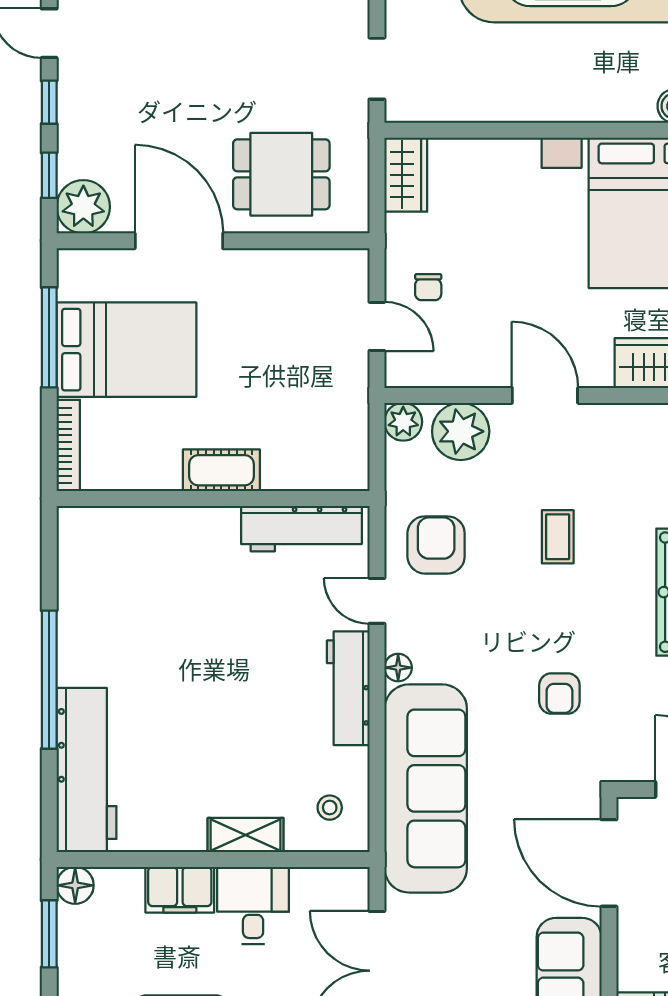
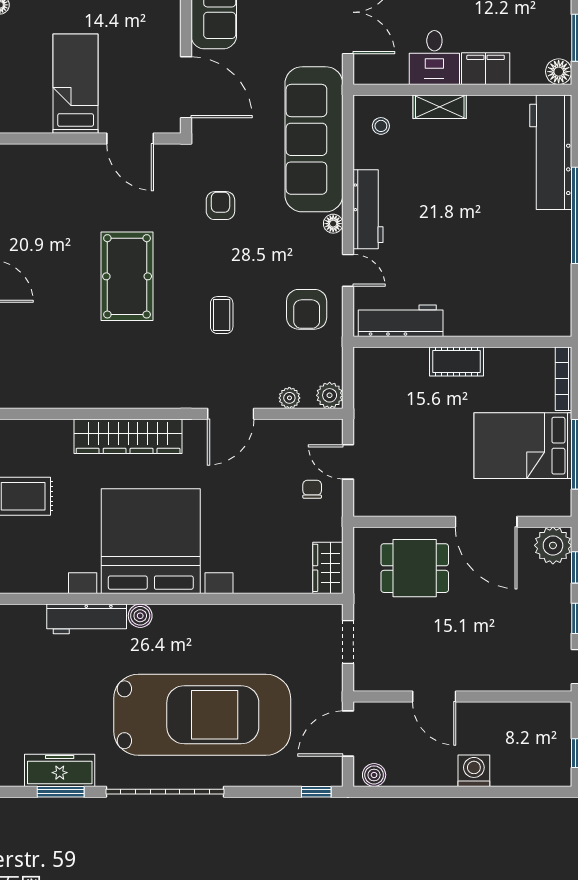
door: (545, 395) -> (231, 414), hinge flipped
plant: (461, 431) -> (289, 398), width x0.53, depth x0.53

